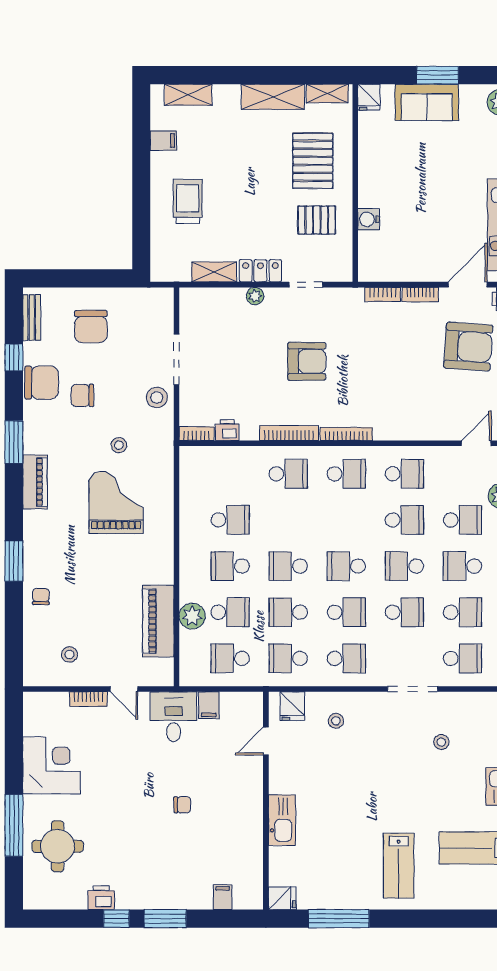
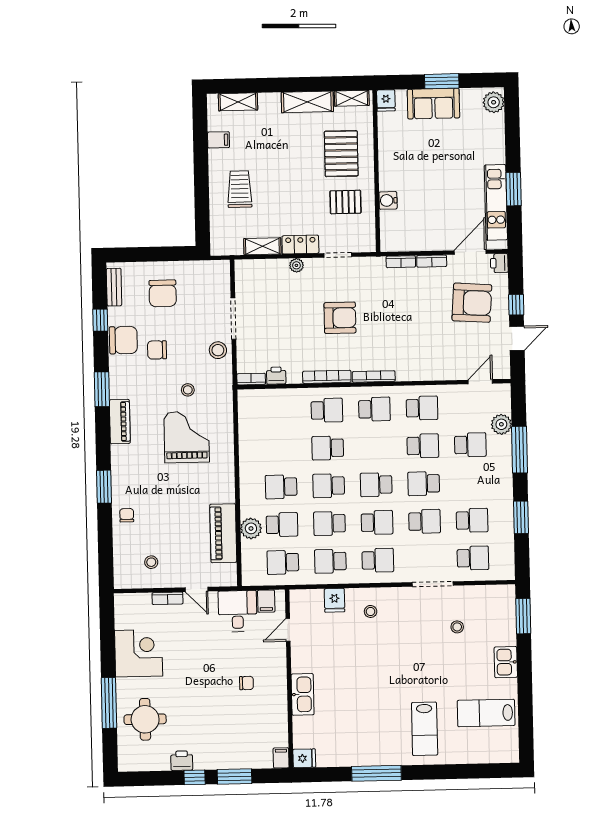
school desk: (230, 520) -> (328, 448), moved, turned 180
school desk: (462, 566) -> (471, 483), removed
door: (266, 741) -> (288, 630), moved
wall: (266, 801) -> (289, 679), moved
kitchen sink: (282, 820) -> (303, 694), moved
fridge: (282, 898) -> (304, 758), moved

